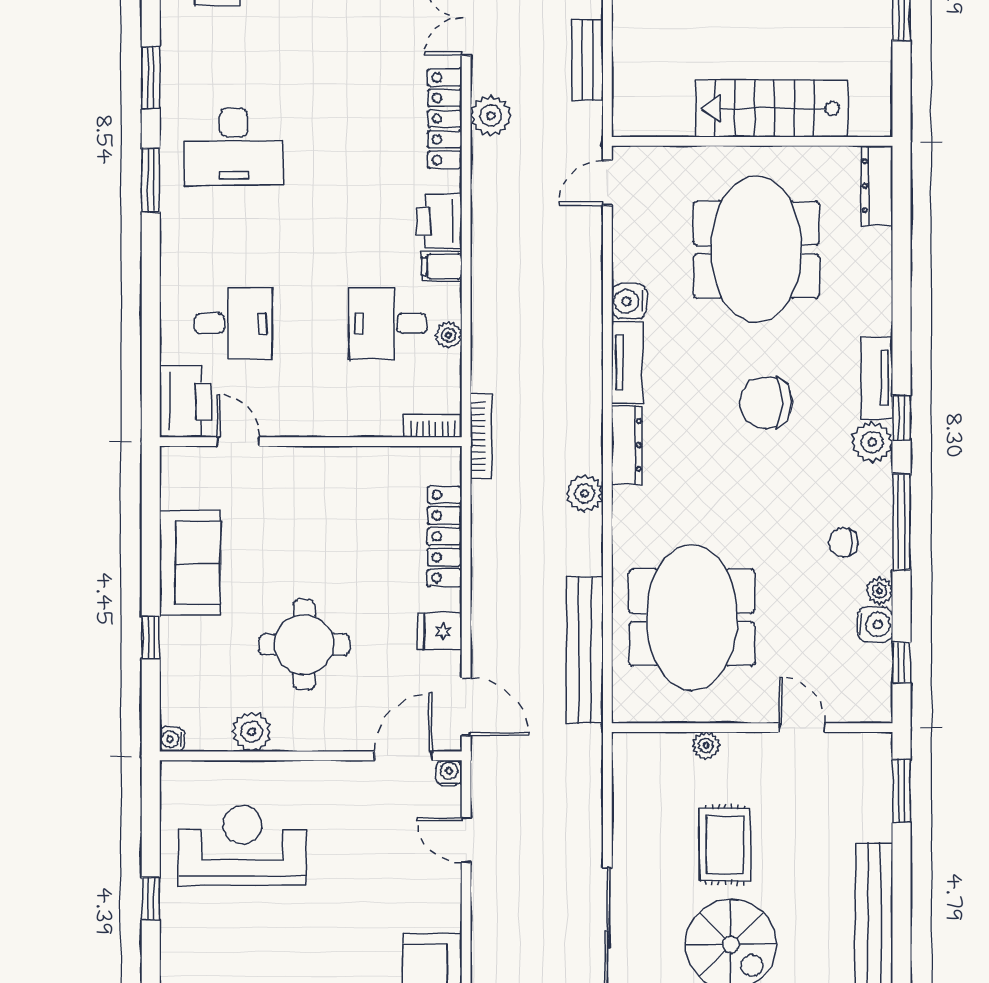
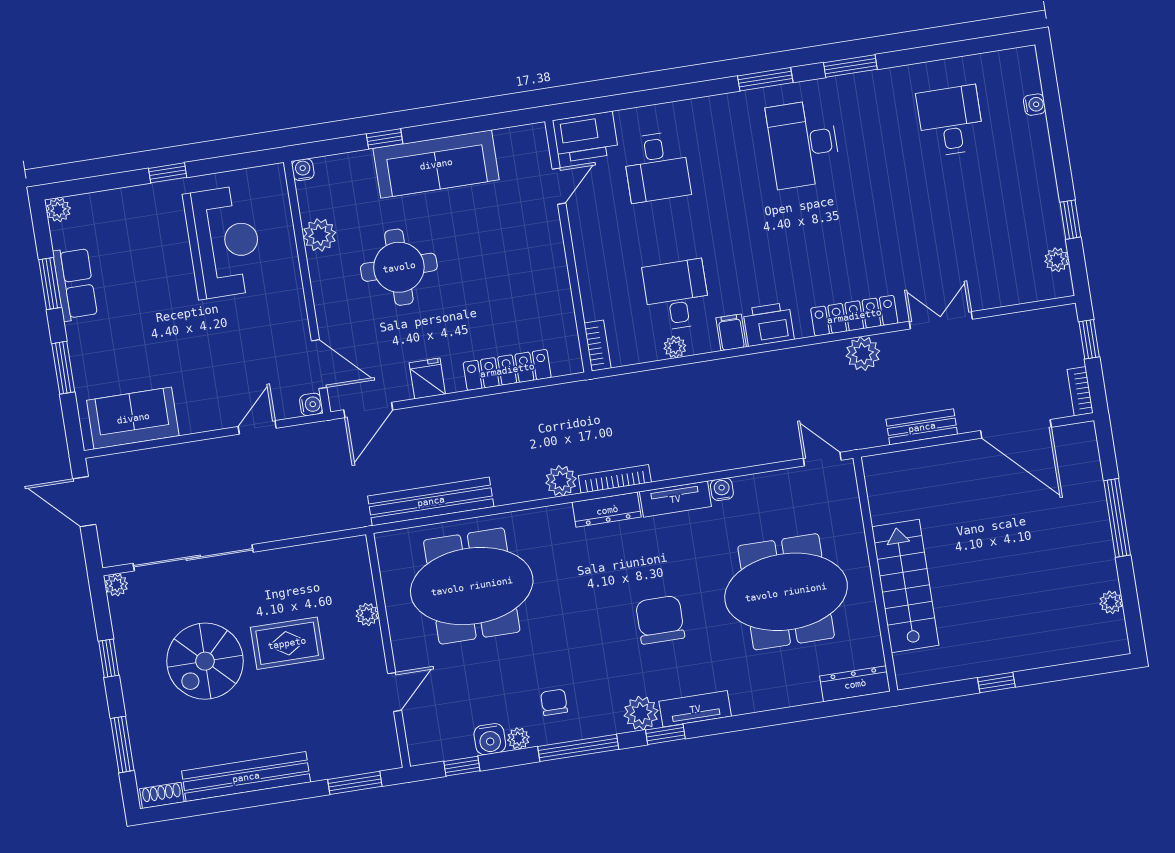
water cooler: (629, 301) -> (722, 489), width x0.72, depth x0.72
bookcase: (481, 436) -> (615, 479), moved, turned 180
sofa: (190, 563) -> (436, 164), width x1.36

